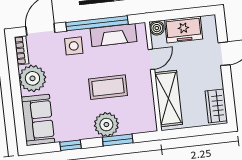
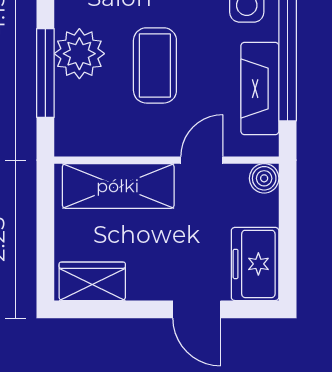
freezer: (184, 30) -> (255, 264), moved
door: (151, 59) -> (202, 160), swing flipped
window: (118, 140) -> (45, 73), width x1.44

